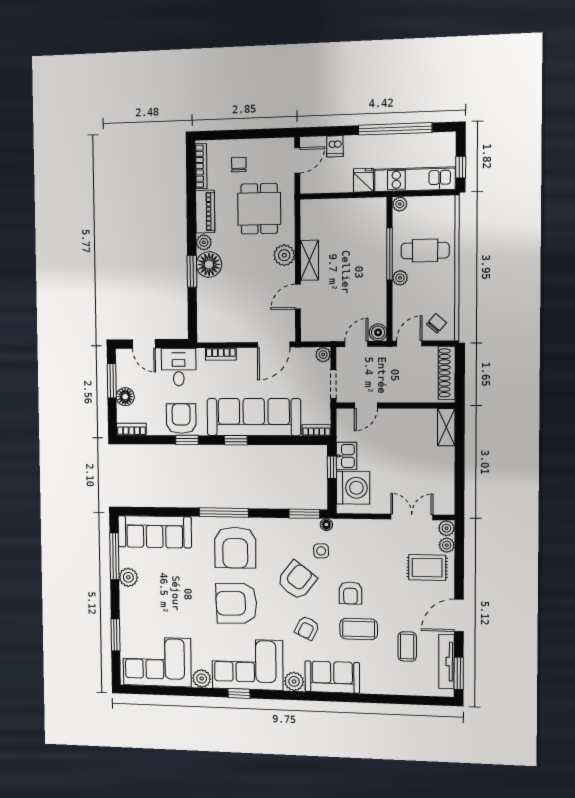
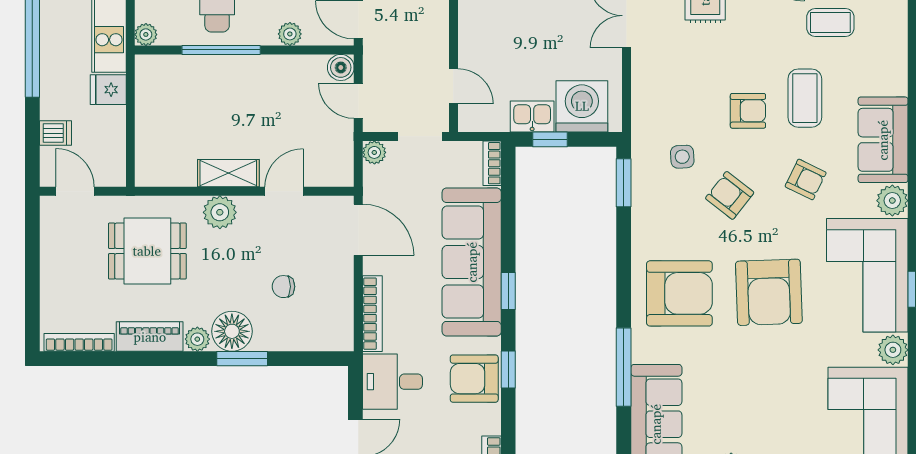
chair: (239, 165) -> (283, 287), moved
plant: (400, 278) -> (290, 34), moved
door: (298, 297) -> (284, 191), swing flipped
bookcase: (221, 354) -> (372, 314), width x1.56
window: (224, 513) -> (624, 367), moved
floor lamp: (326, 525) -> (640, 148), removed
armchair: (297, 580) -> (730, 195), width x0.72, depth x0.72

